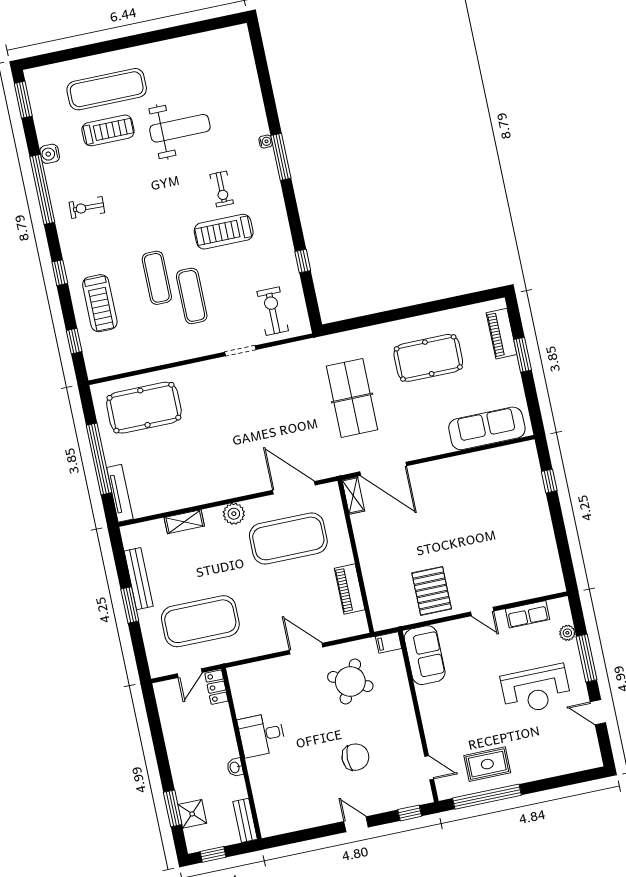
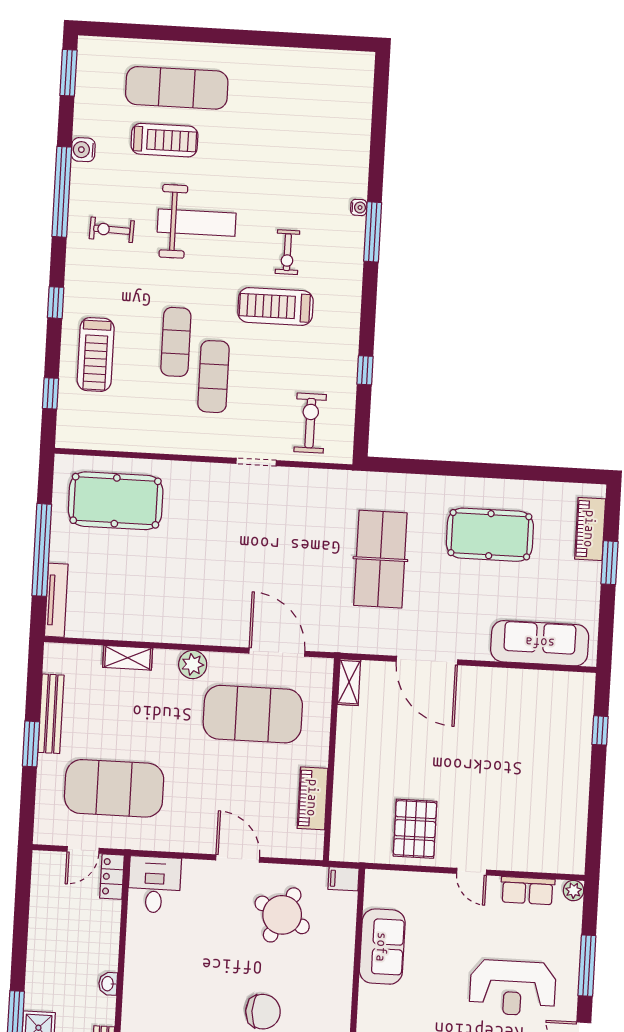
weight bench: (180, 128) -> (197, 223), moved
door: (383, 469) -> (427, 661), moved
plant: (567, 633) -> (574, 891), moved
sofa: (425, 655) -> (382, 947), moved
desk: (262, 735) -> (154, 885), moved, turned 90

